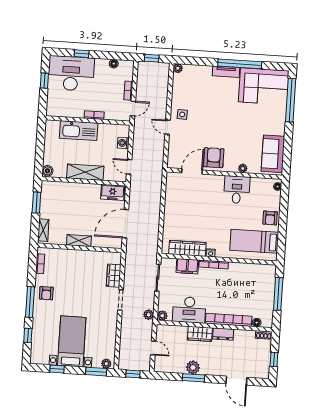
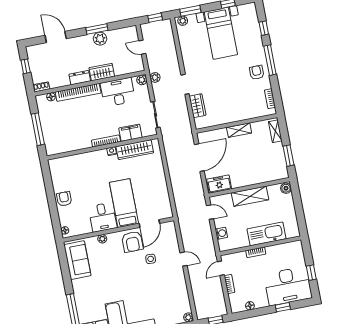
side table: (182, 114) -> (151, 259), moved
bed: (254, 241) -> (124, 203), moved, turned -90

